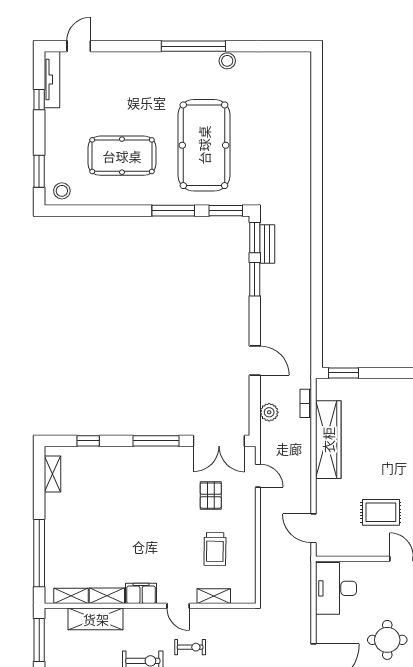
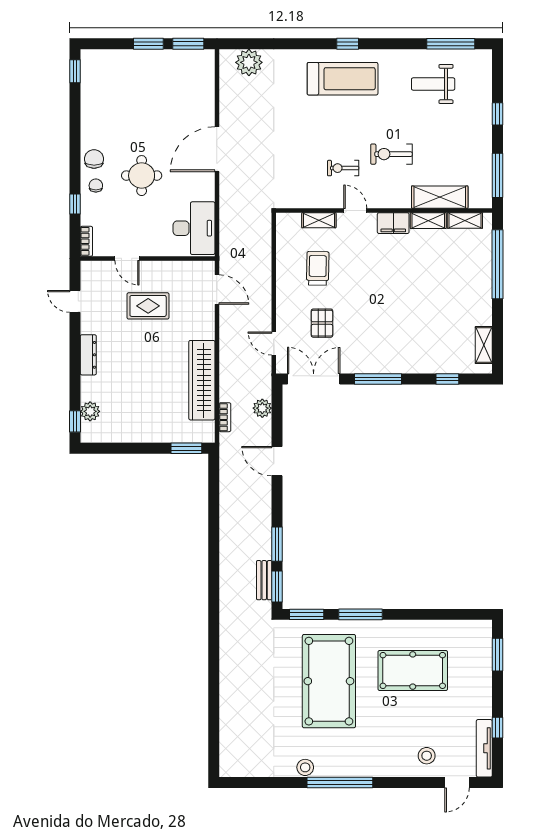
stool: (62, 191) -> (427, 756), moved

